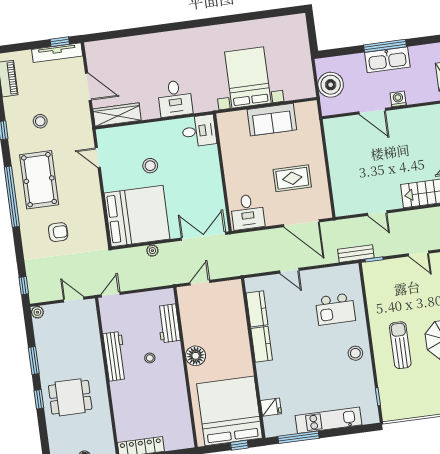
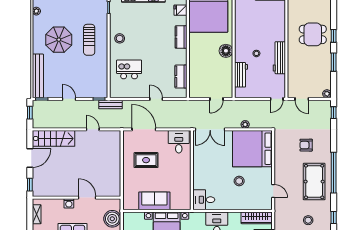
kitchen counter: (262, 344) -> (181, 37), moved

